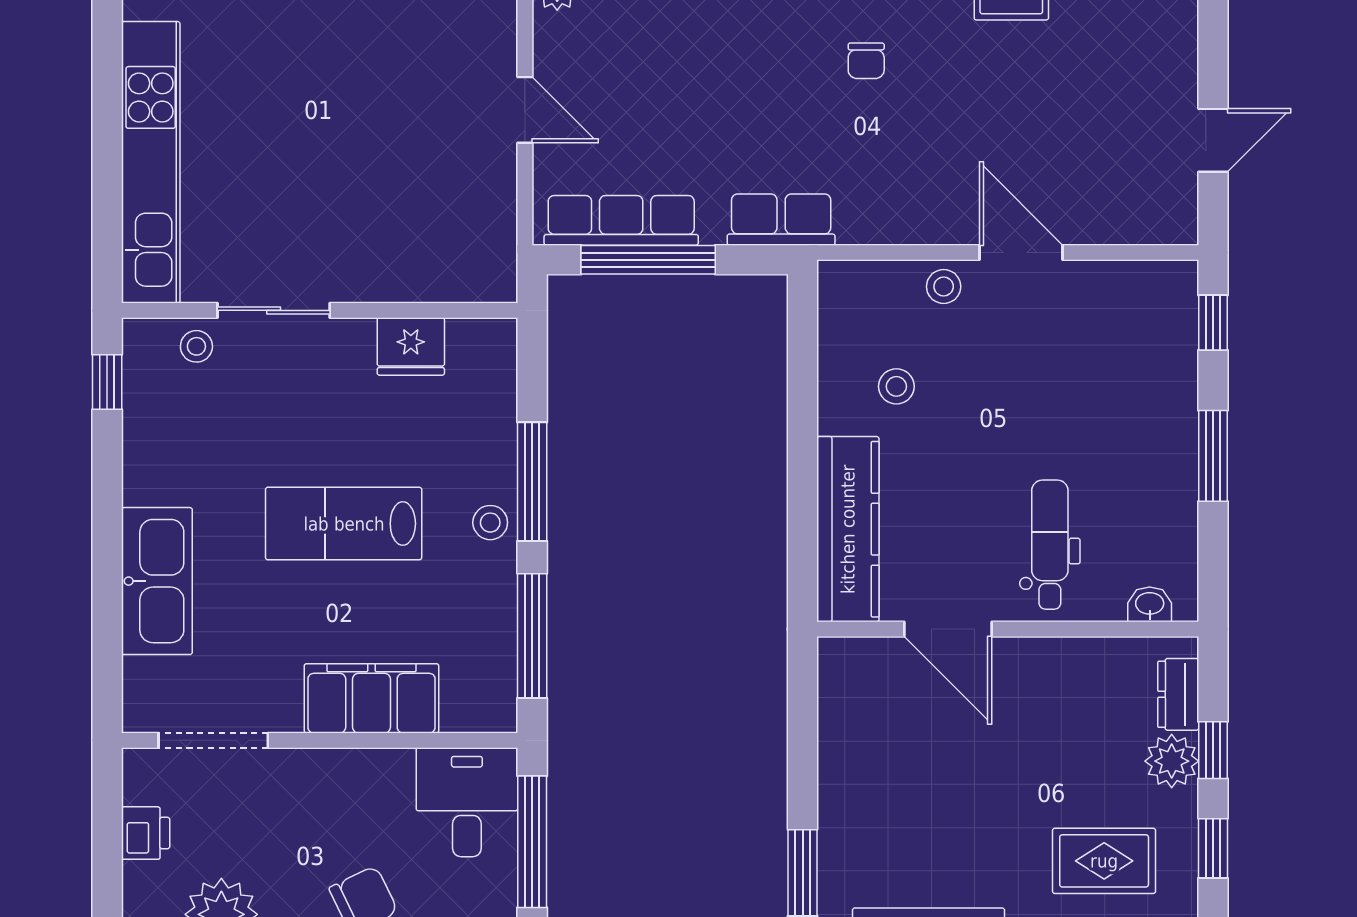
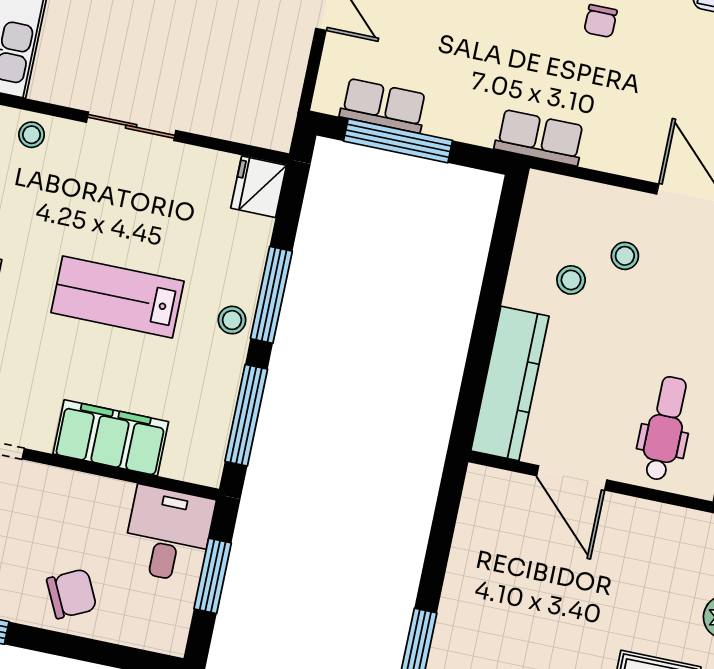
row of seats: (621, 220) -> (383, 106), width x0.68
row of seats: (781, 220) -> (540, 138), moved
stool: (944, 287) -> (625, 256), moved
sliding door: (274, 310) -> (131, 126), moved
fridge: (411, 347) -> (259, 187), moved, turned 90
window: (532, 842) -> (213, 576), width x0.69

